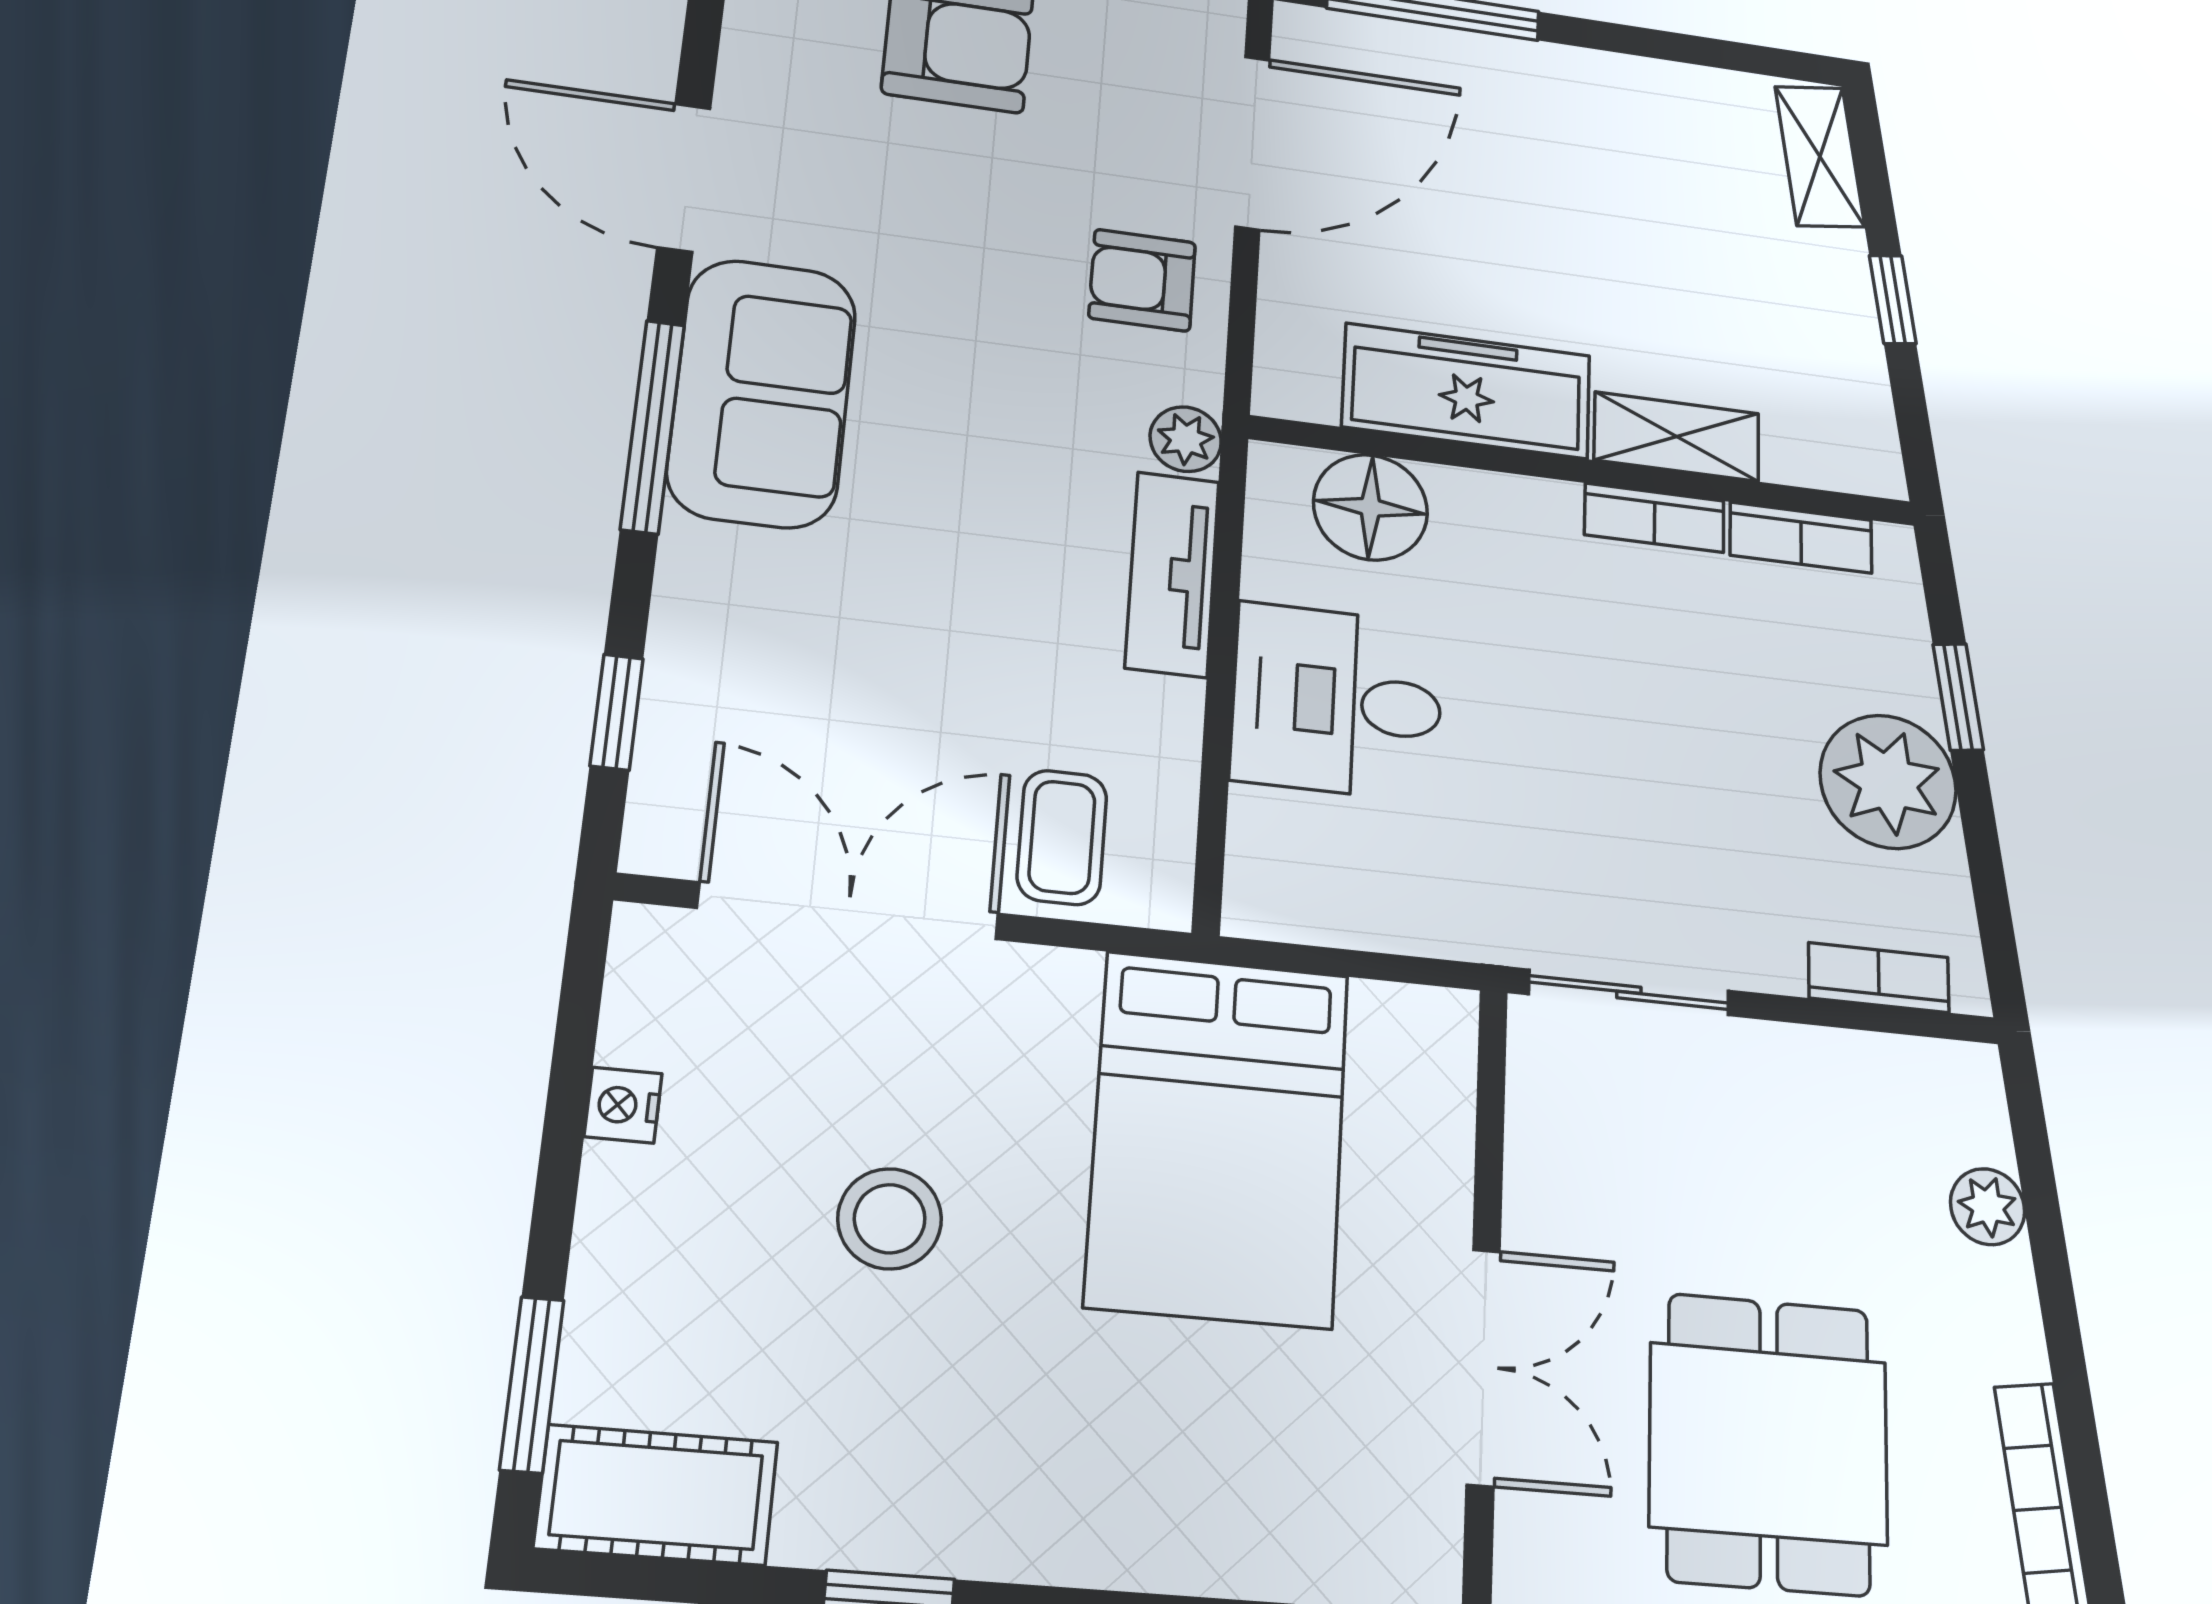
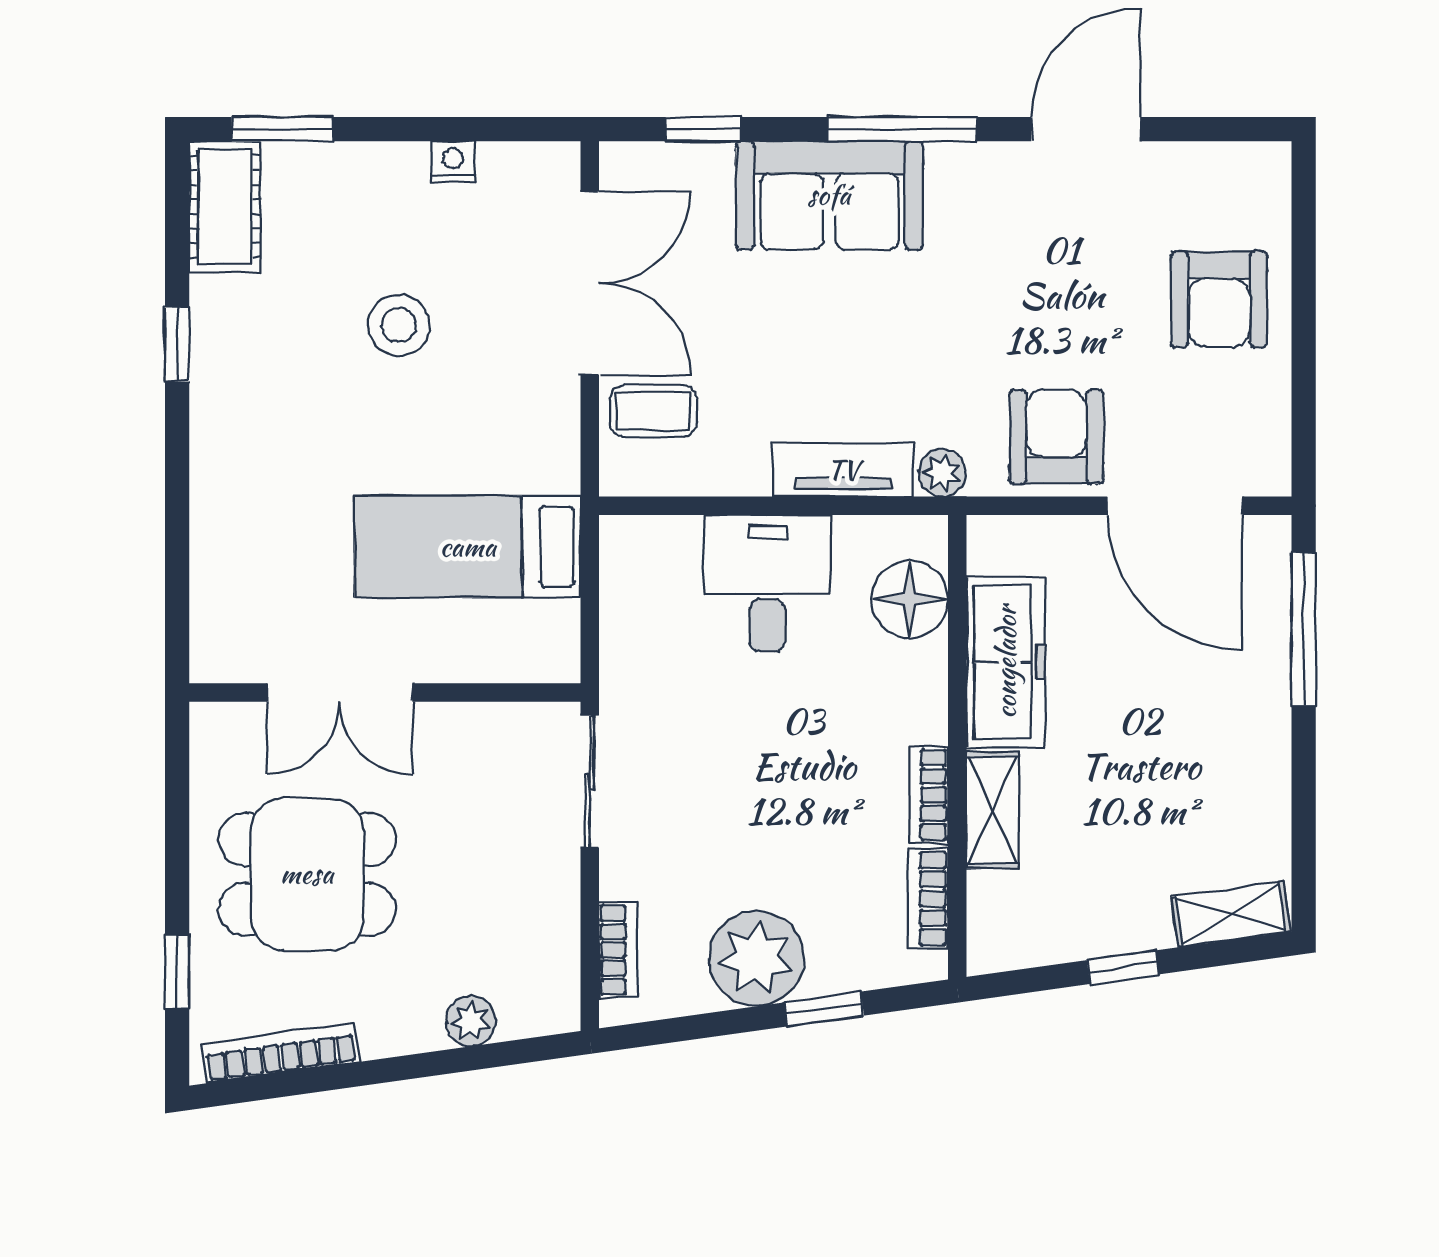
armchair: (1142, 280) -> (1056, 437), width x1.38, depth x1.38
sofa: (762, 393) -> (829, 195), moved
bed: (1218, 1138) -> (468, 547), width x0.67

